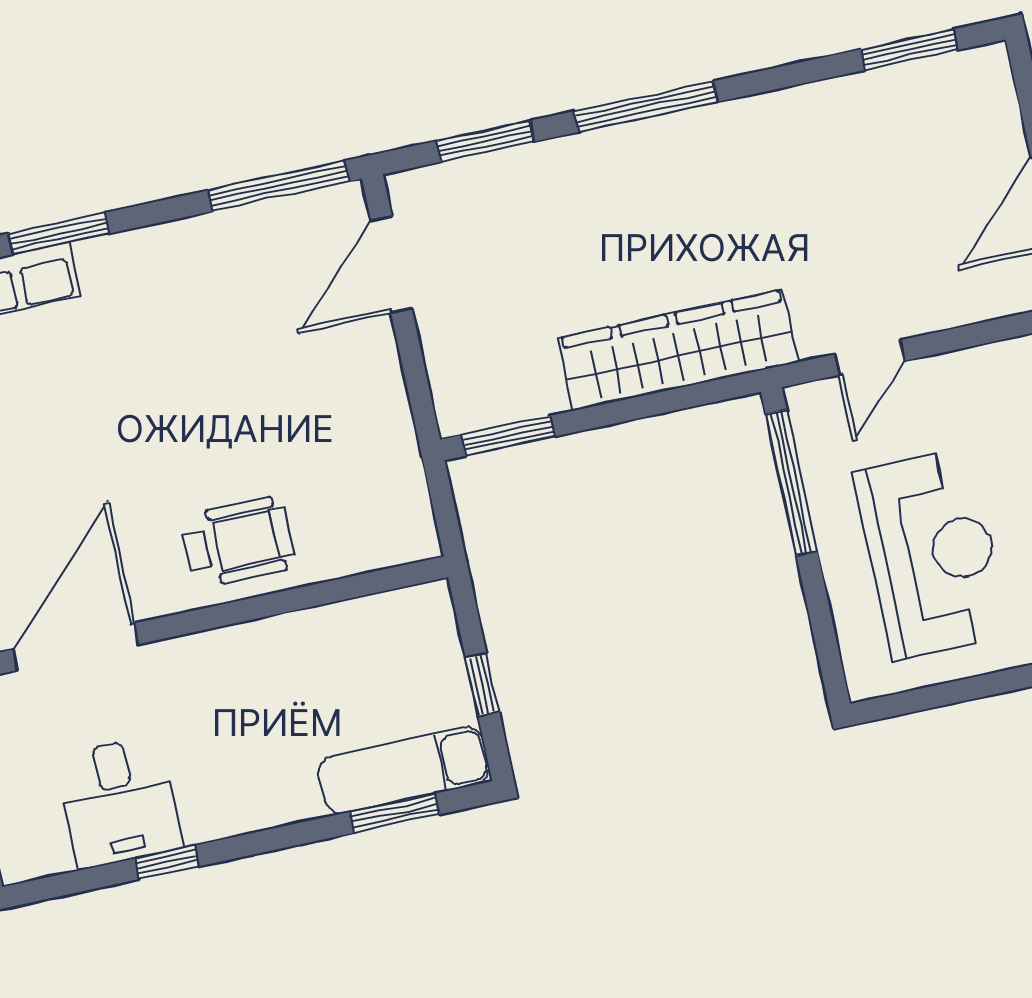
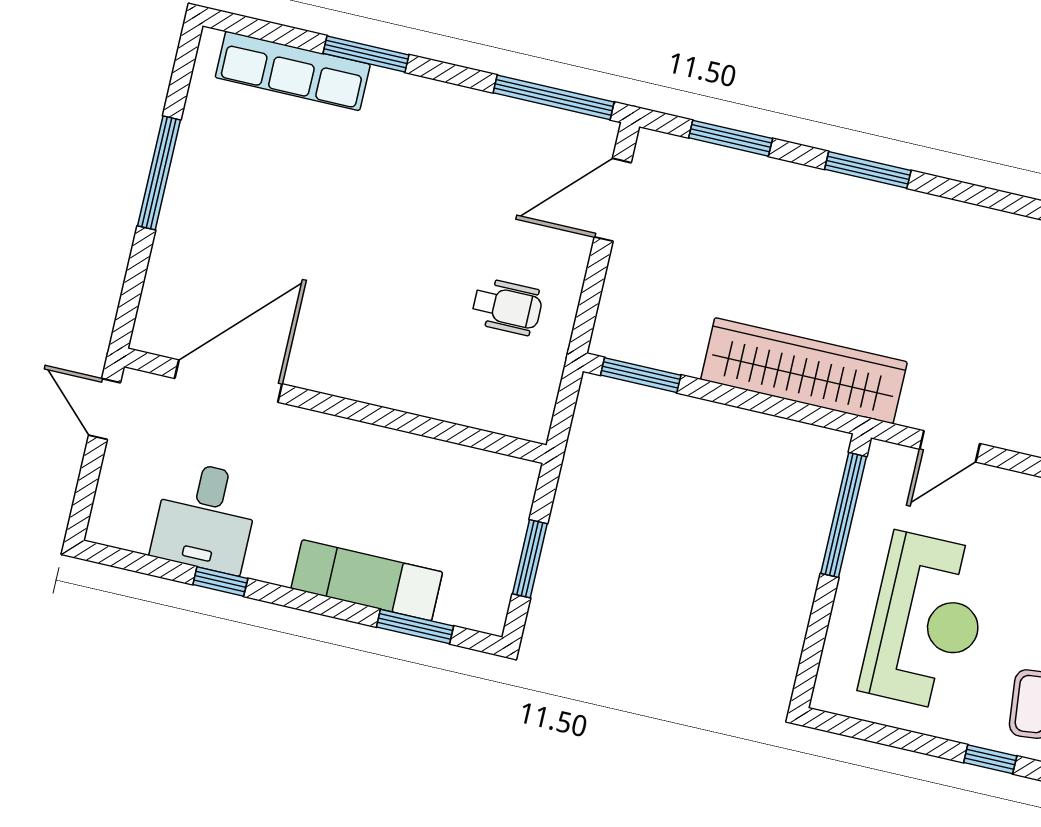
window: (646, 107) -> (868, 170), width x0.69
wheelchair: (238, 542) -> (507, 307), moved, width x0.73, depth x0.73
window: (482, 685) -> (530, 559), width x1.50
exam couch: (404, 770) -> (367, 580), moved

